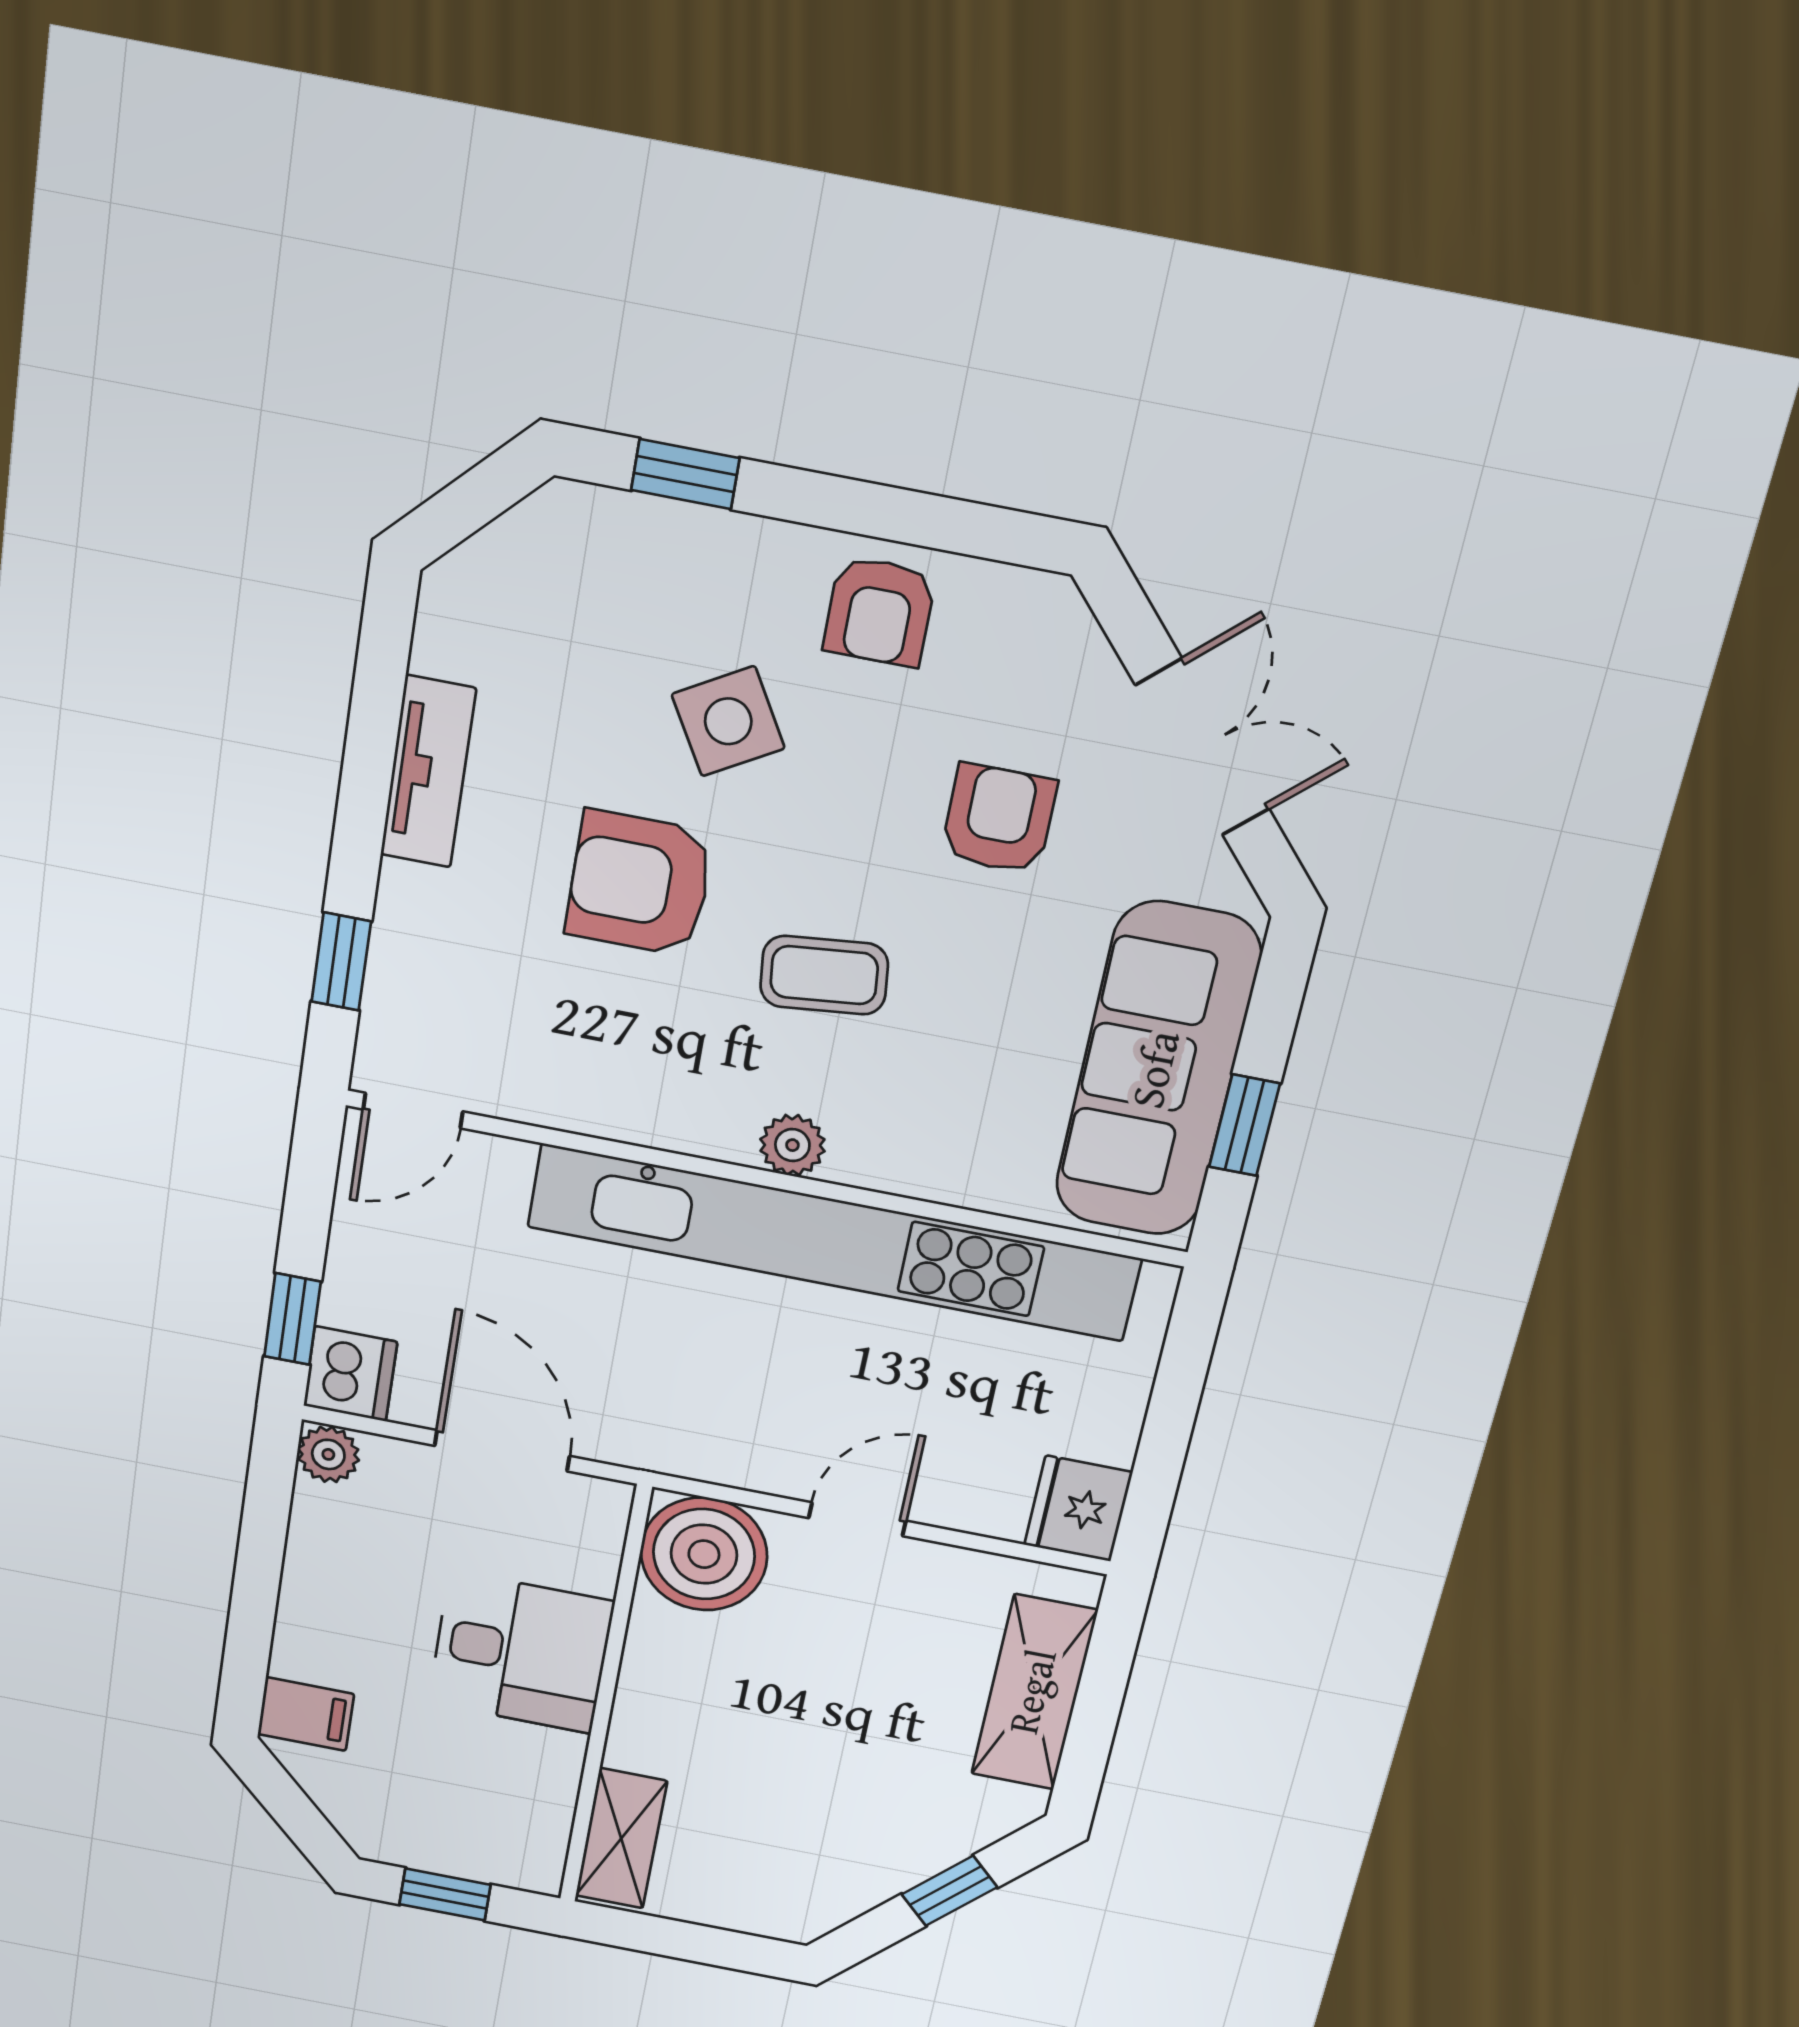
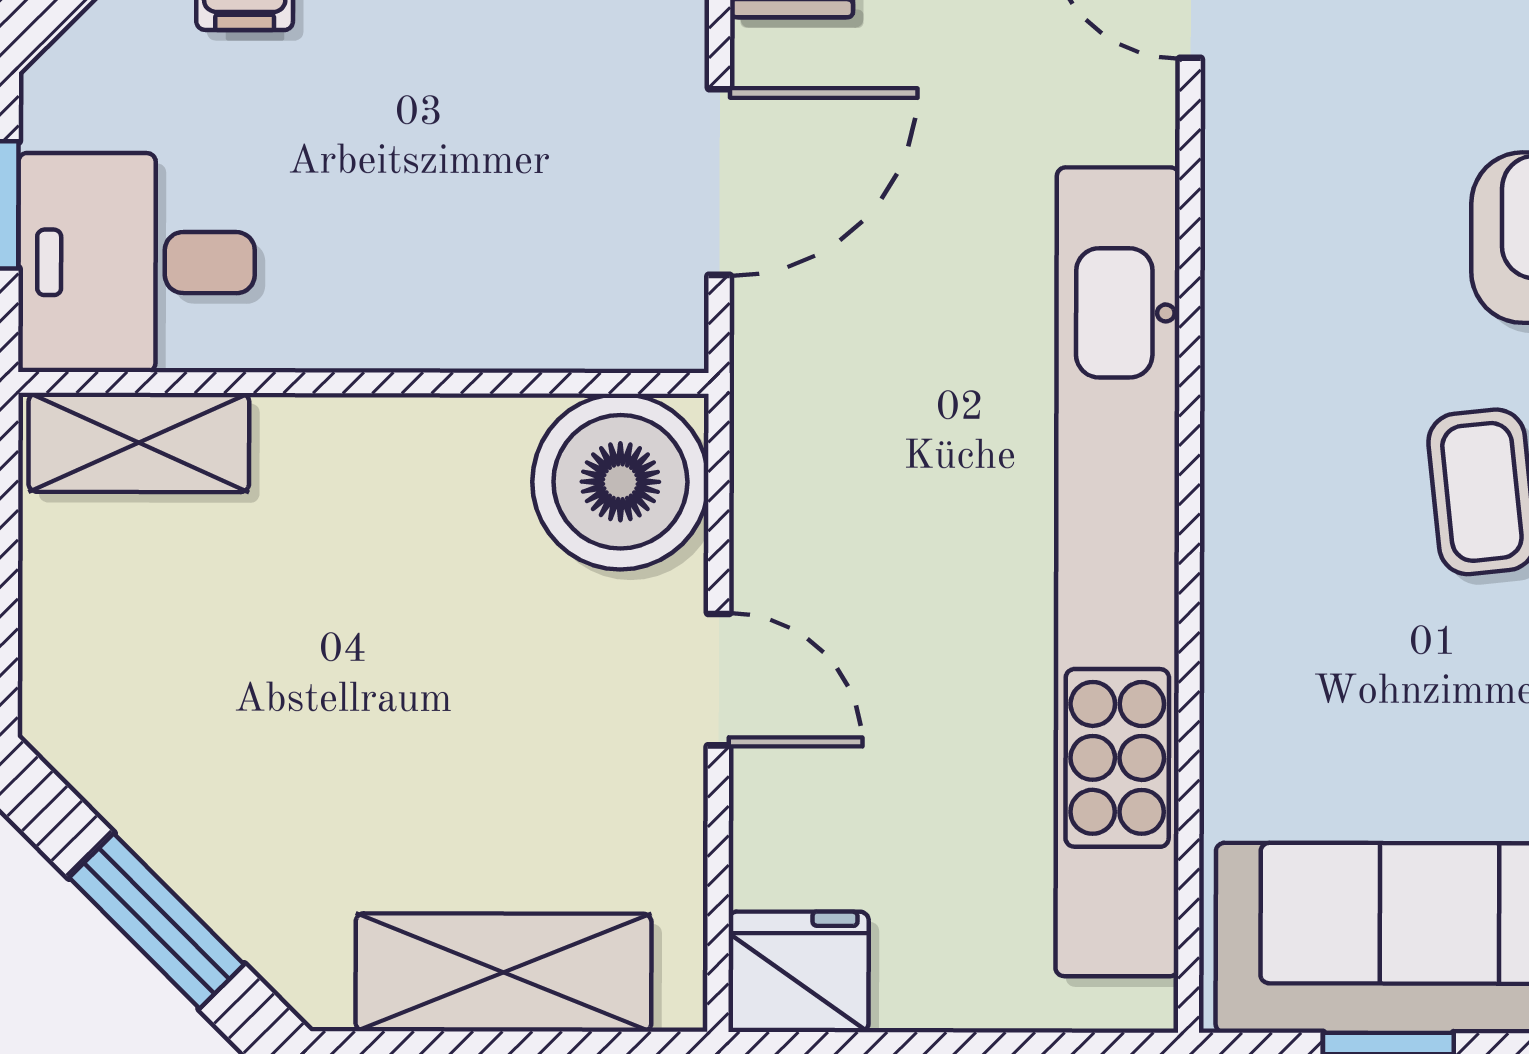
plant: (792, 1145) -> (1243, 494), removed
desk: (521, 1652) -> (137, 262), moved, turned 90
window: (949, 1891) -> (157, 921), width x1.50

